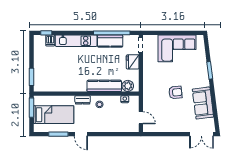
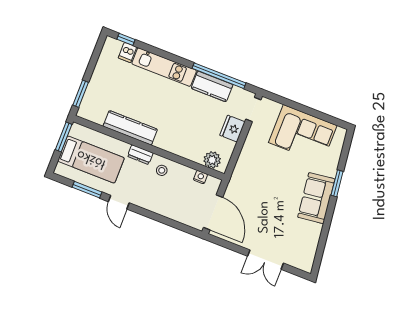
kitchen counter: (104, 86) -> (130, 128), moved
armchair: (175, 92) -> (276, 196), removed
sofa: (203, 103) -> (316, 198), moved
door: (141, 118) -> (213, 212), width x1.88
double door: (201, 134) -> (265, 260), moved

